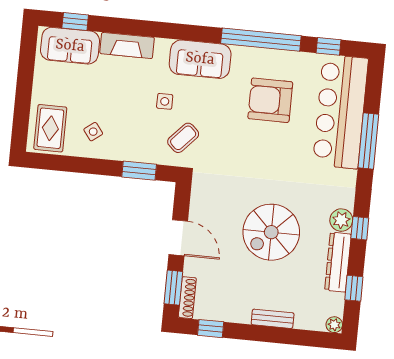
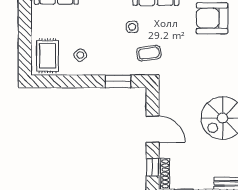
coffee table: (183, 138) -> (149, 53), turned 39
window: (173, 288) -> (153, 167), width x0.67

